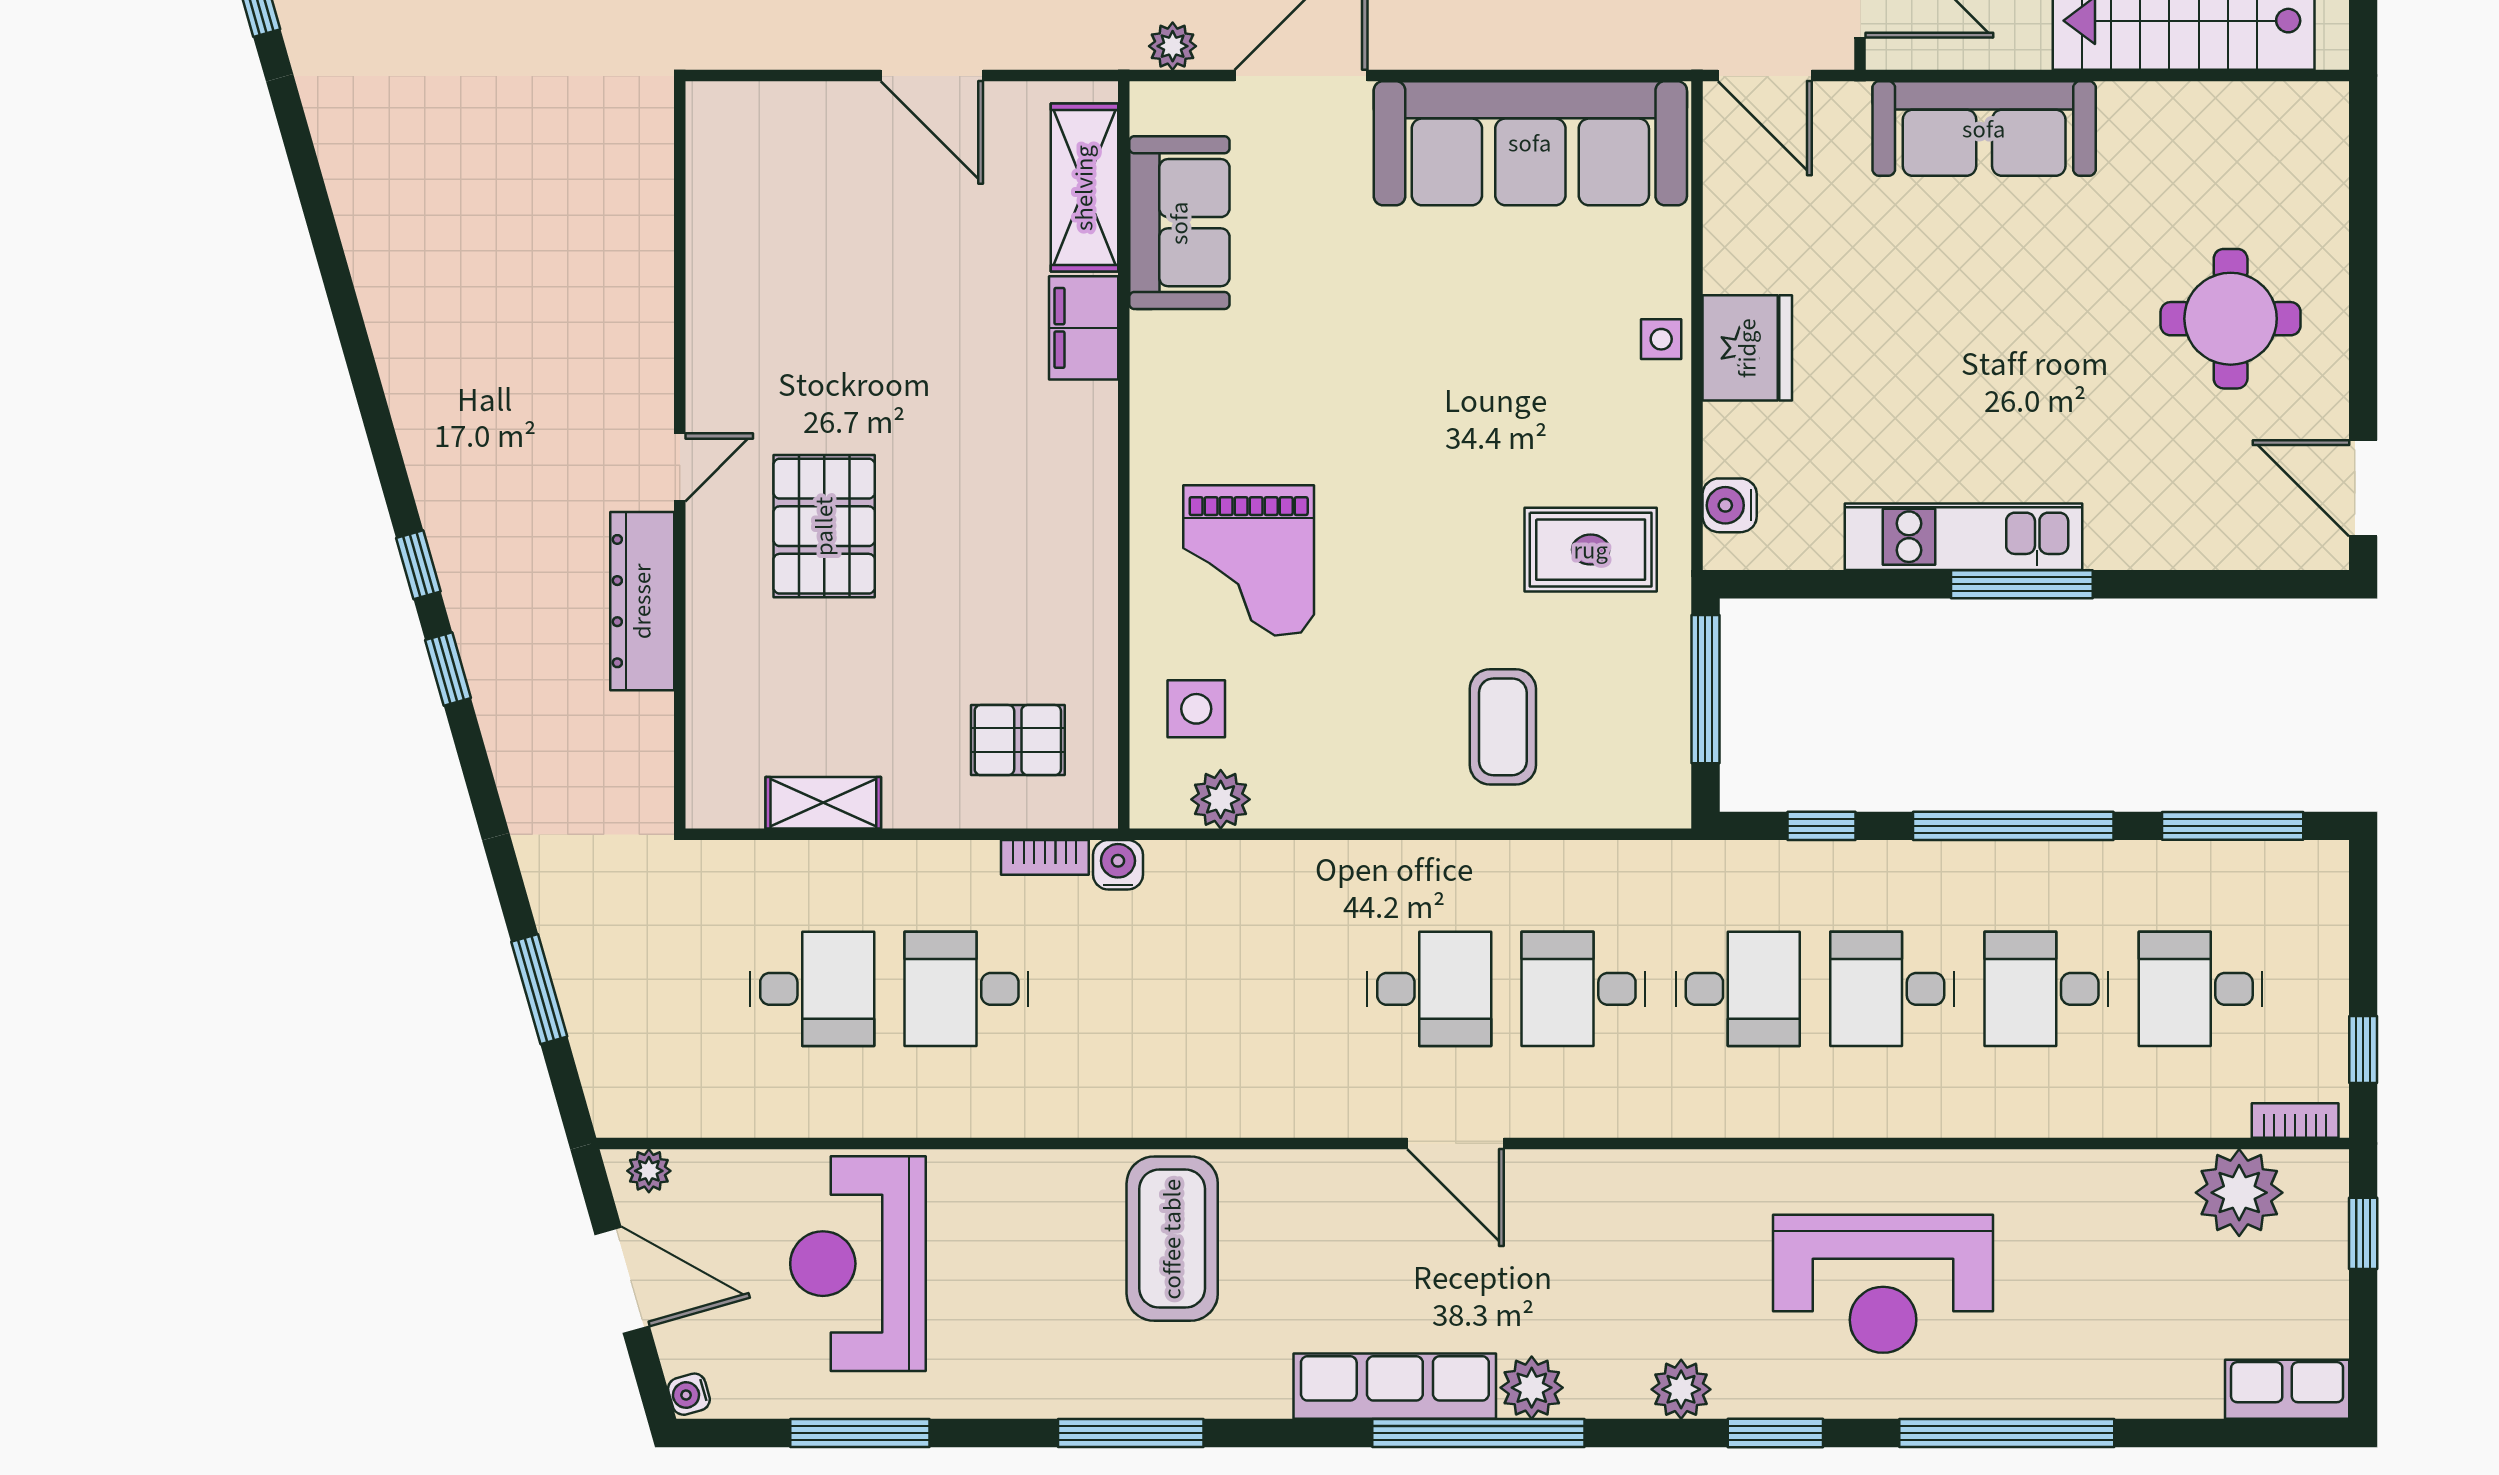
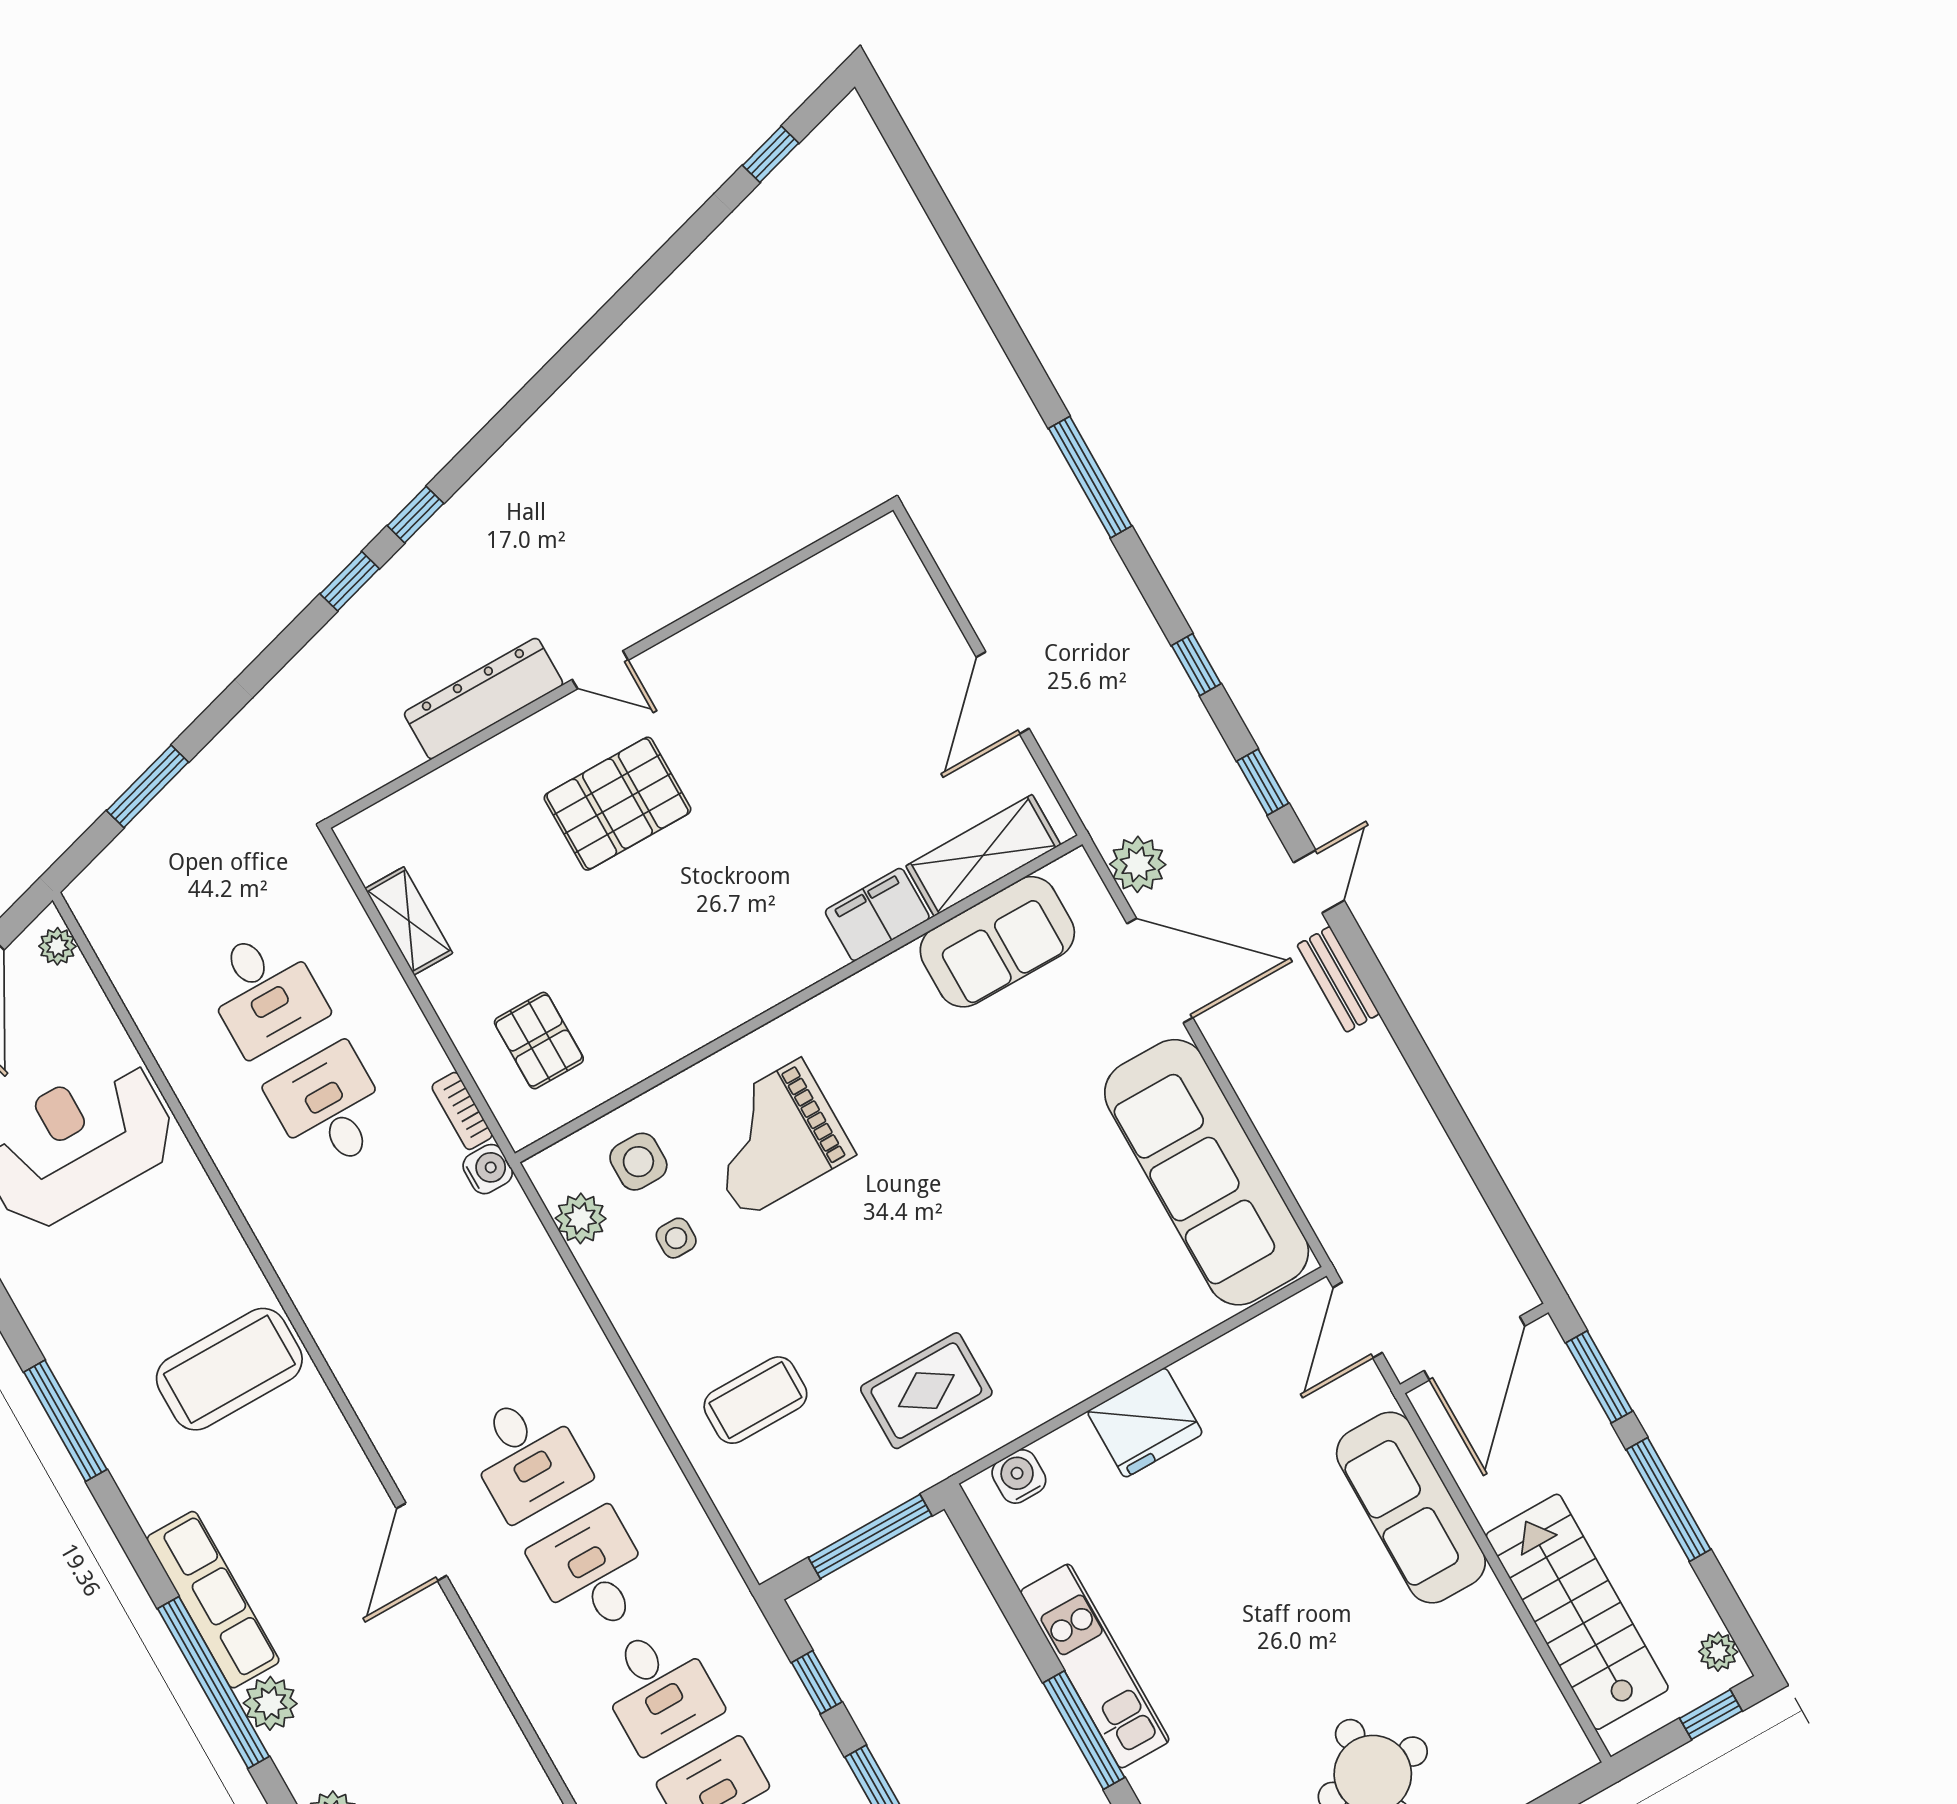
plant: (1173, 46) -> (1138, 864), width x1.38, depth x1.38
side table: (1661, 339) -> (676, 1238), moved
rug: (1591, 550) -> (926, 1391), turned 90

